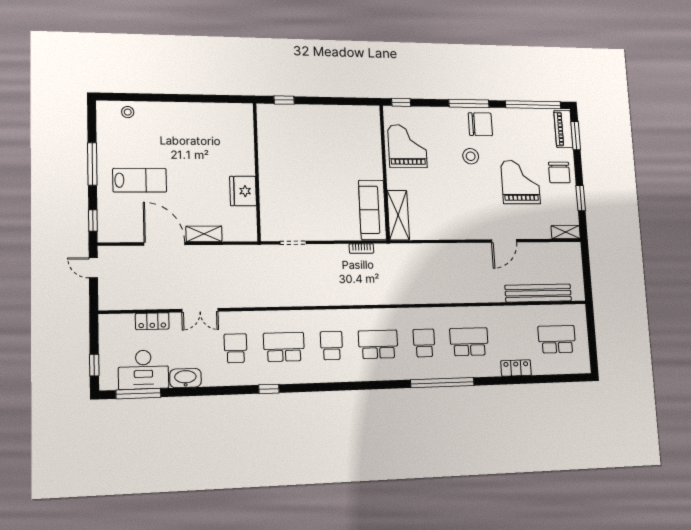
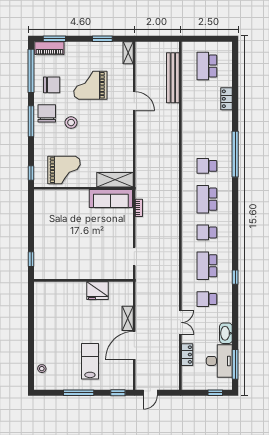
grand piano: (407, 146) -> (64, 170), turned 180
chair: (559, 172) -> (52, 85), moved
school desk: (469, 342) -> (207, 133), removed

